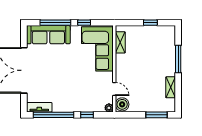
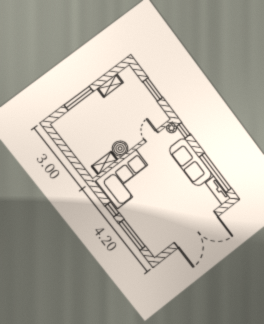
window: (150, 23) -> (65, 149), removed
sofa: (48, 35) -> (190, 162), moved, turned 180
boiler: (122, 104) -> (120, 149), moved
window: (87, 115) -> (183, 130), moved
window: (156, 115) -> (153, 90), moved

